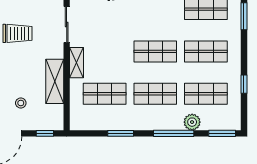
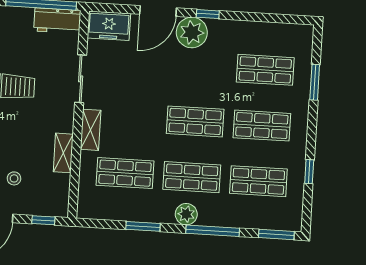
shelving: (55, 81) -> (63, 153), width x0.67, depth x0.75
plant: (192, 122) -> (186, 214), moved

